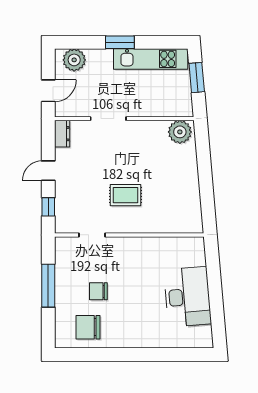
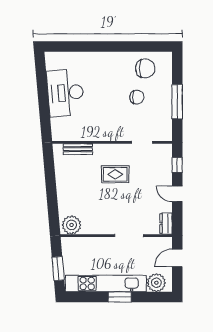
kitchen unit: (151, 59) -> (106, 283), width x1.36
door: (48, 171) -> (177, 194), swing flipped
bench: (172, 226) -> (78, 149), added

